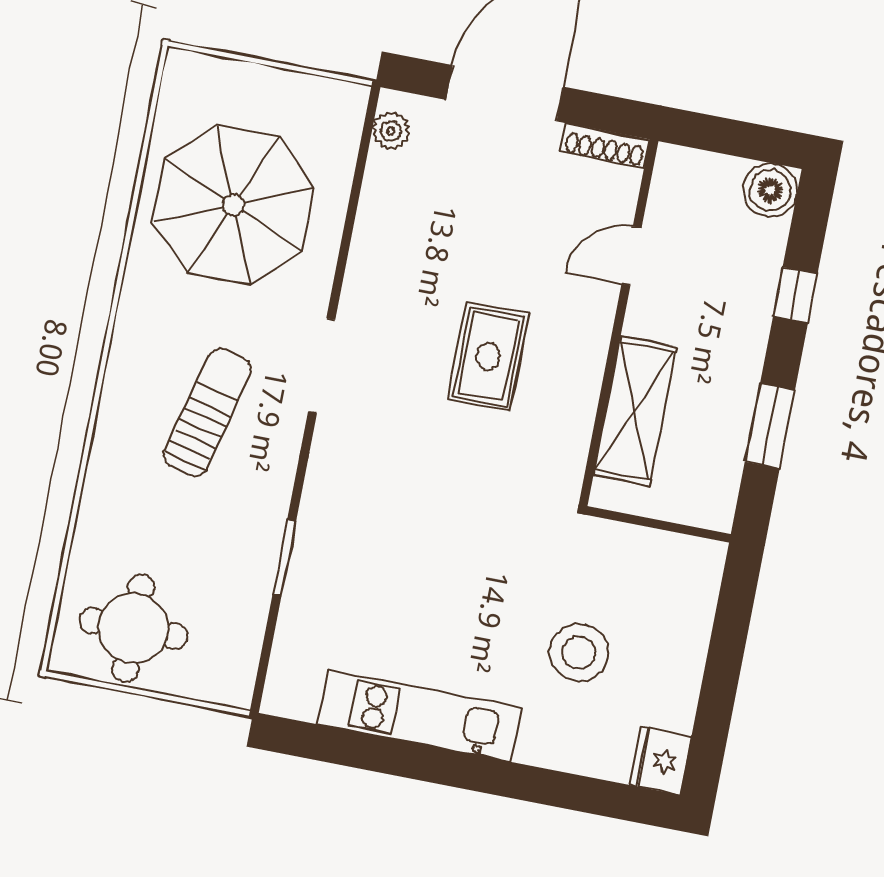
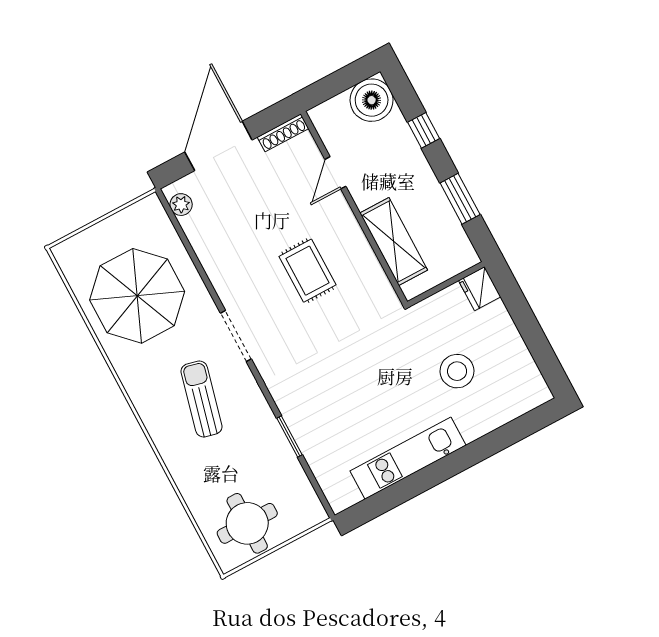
boiler: (770, 190) -> (372, 100), width x1.37, depth x1.37
fridge: (661, 761) -> (480, 289), moved

